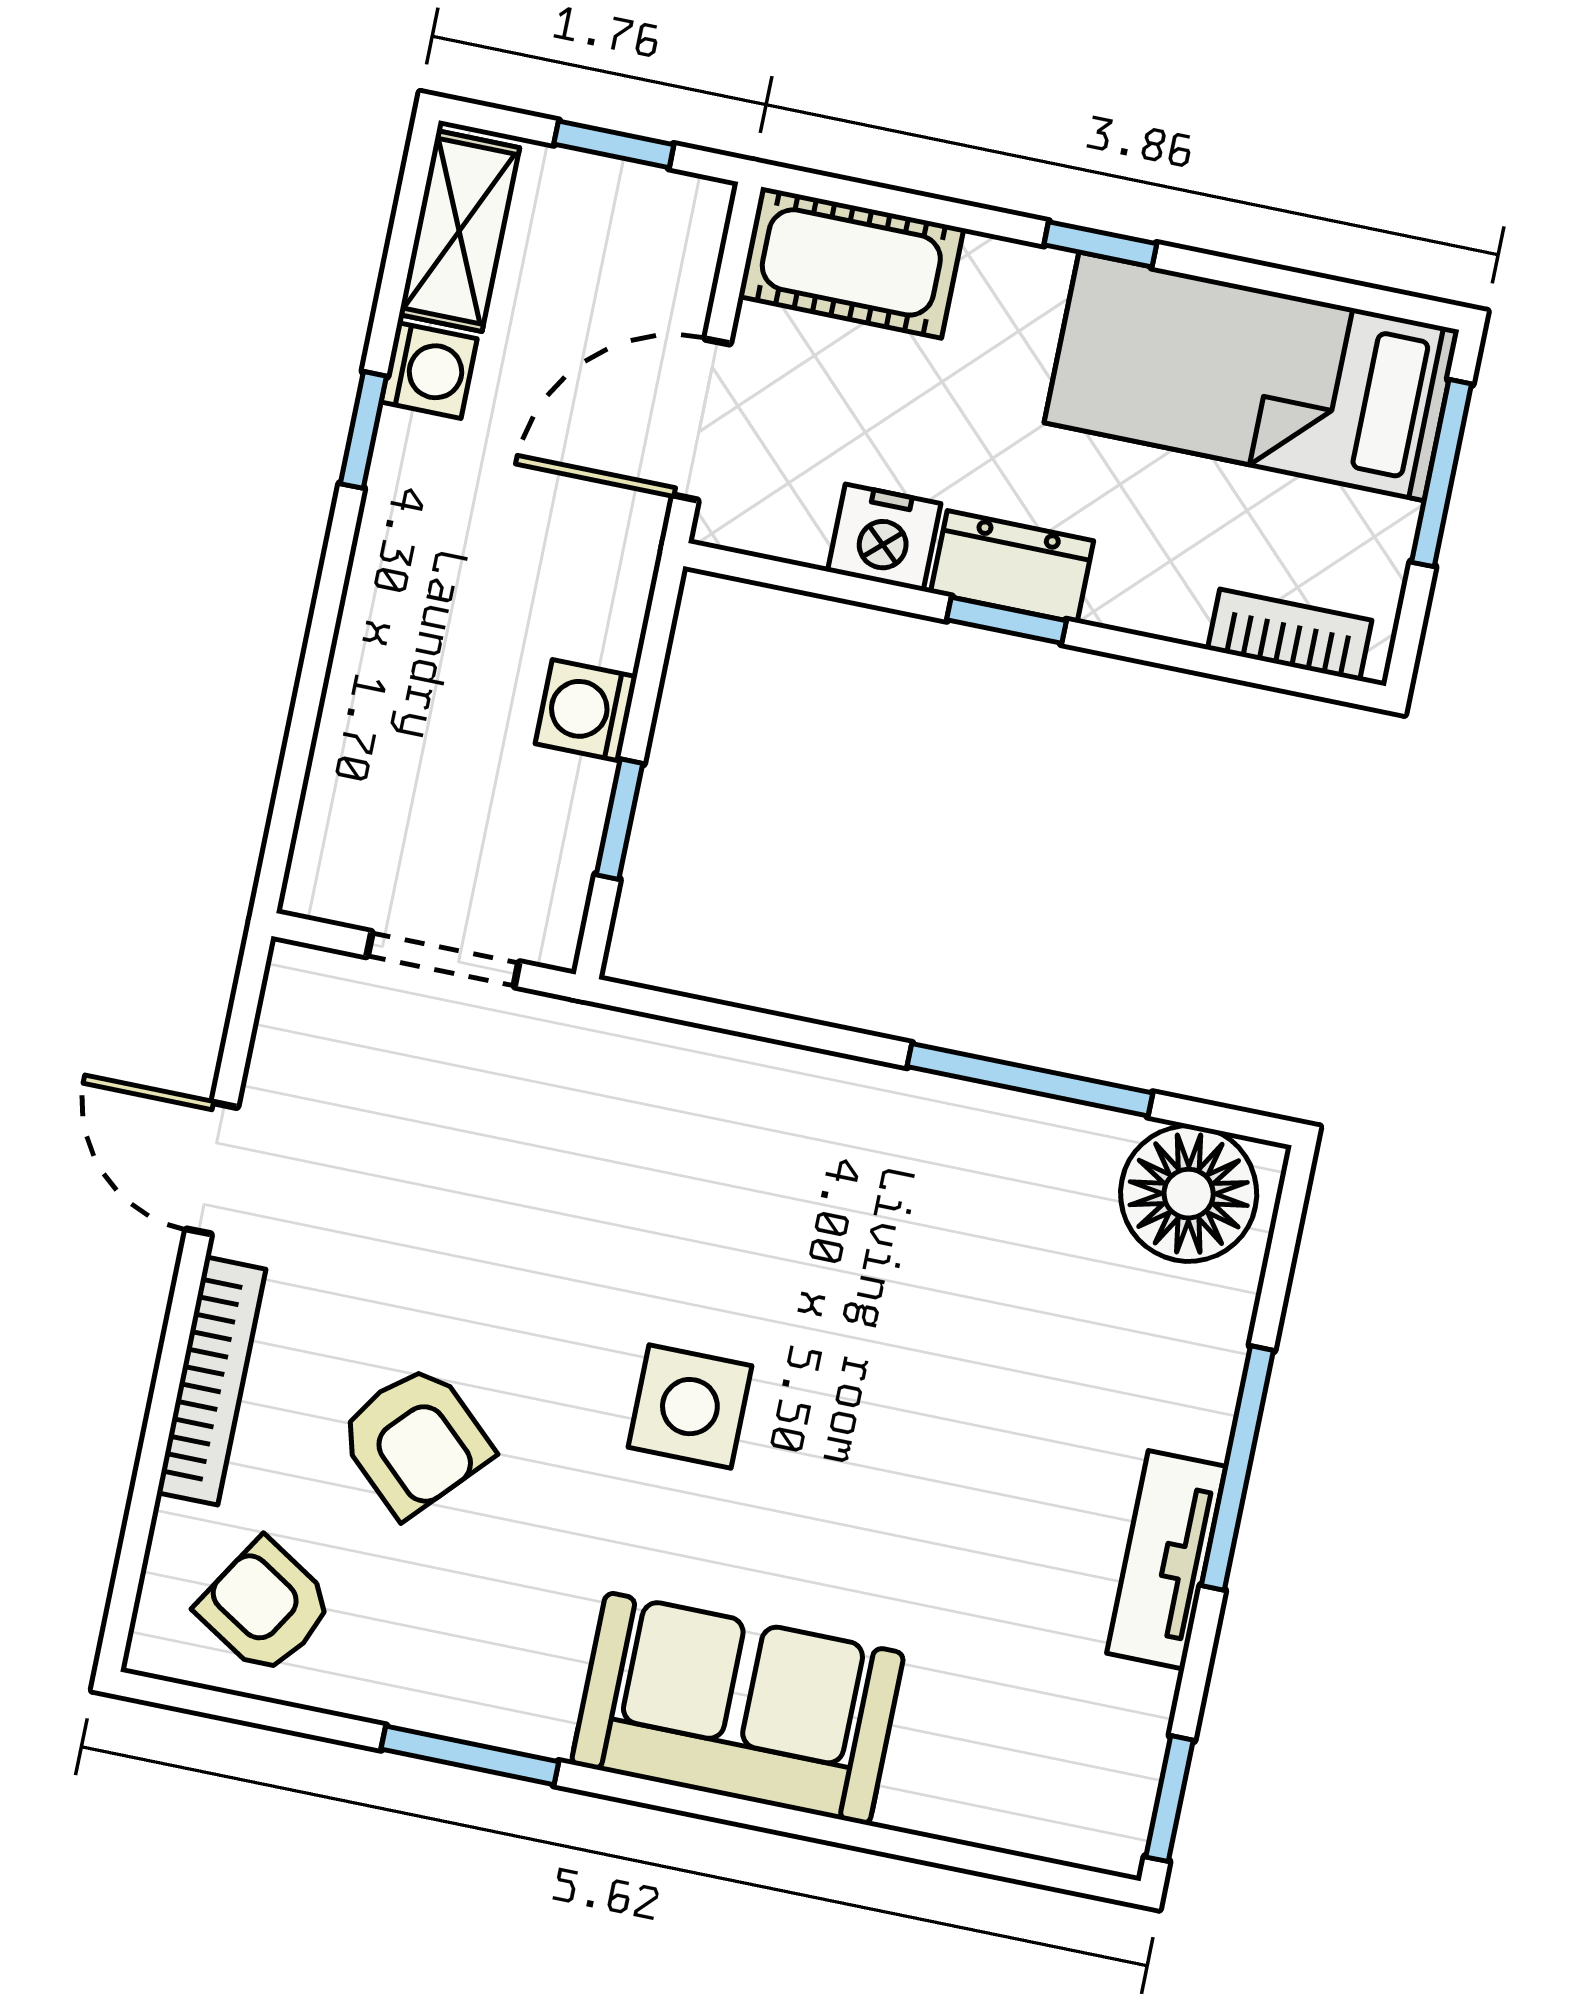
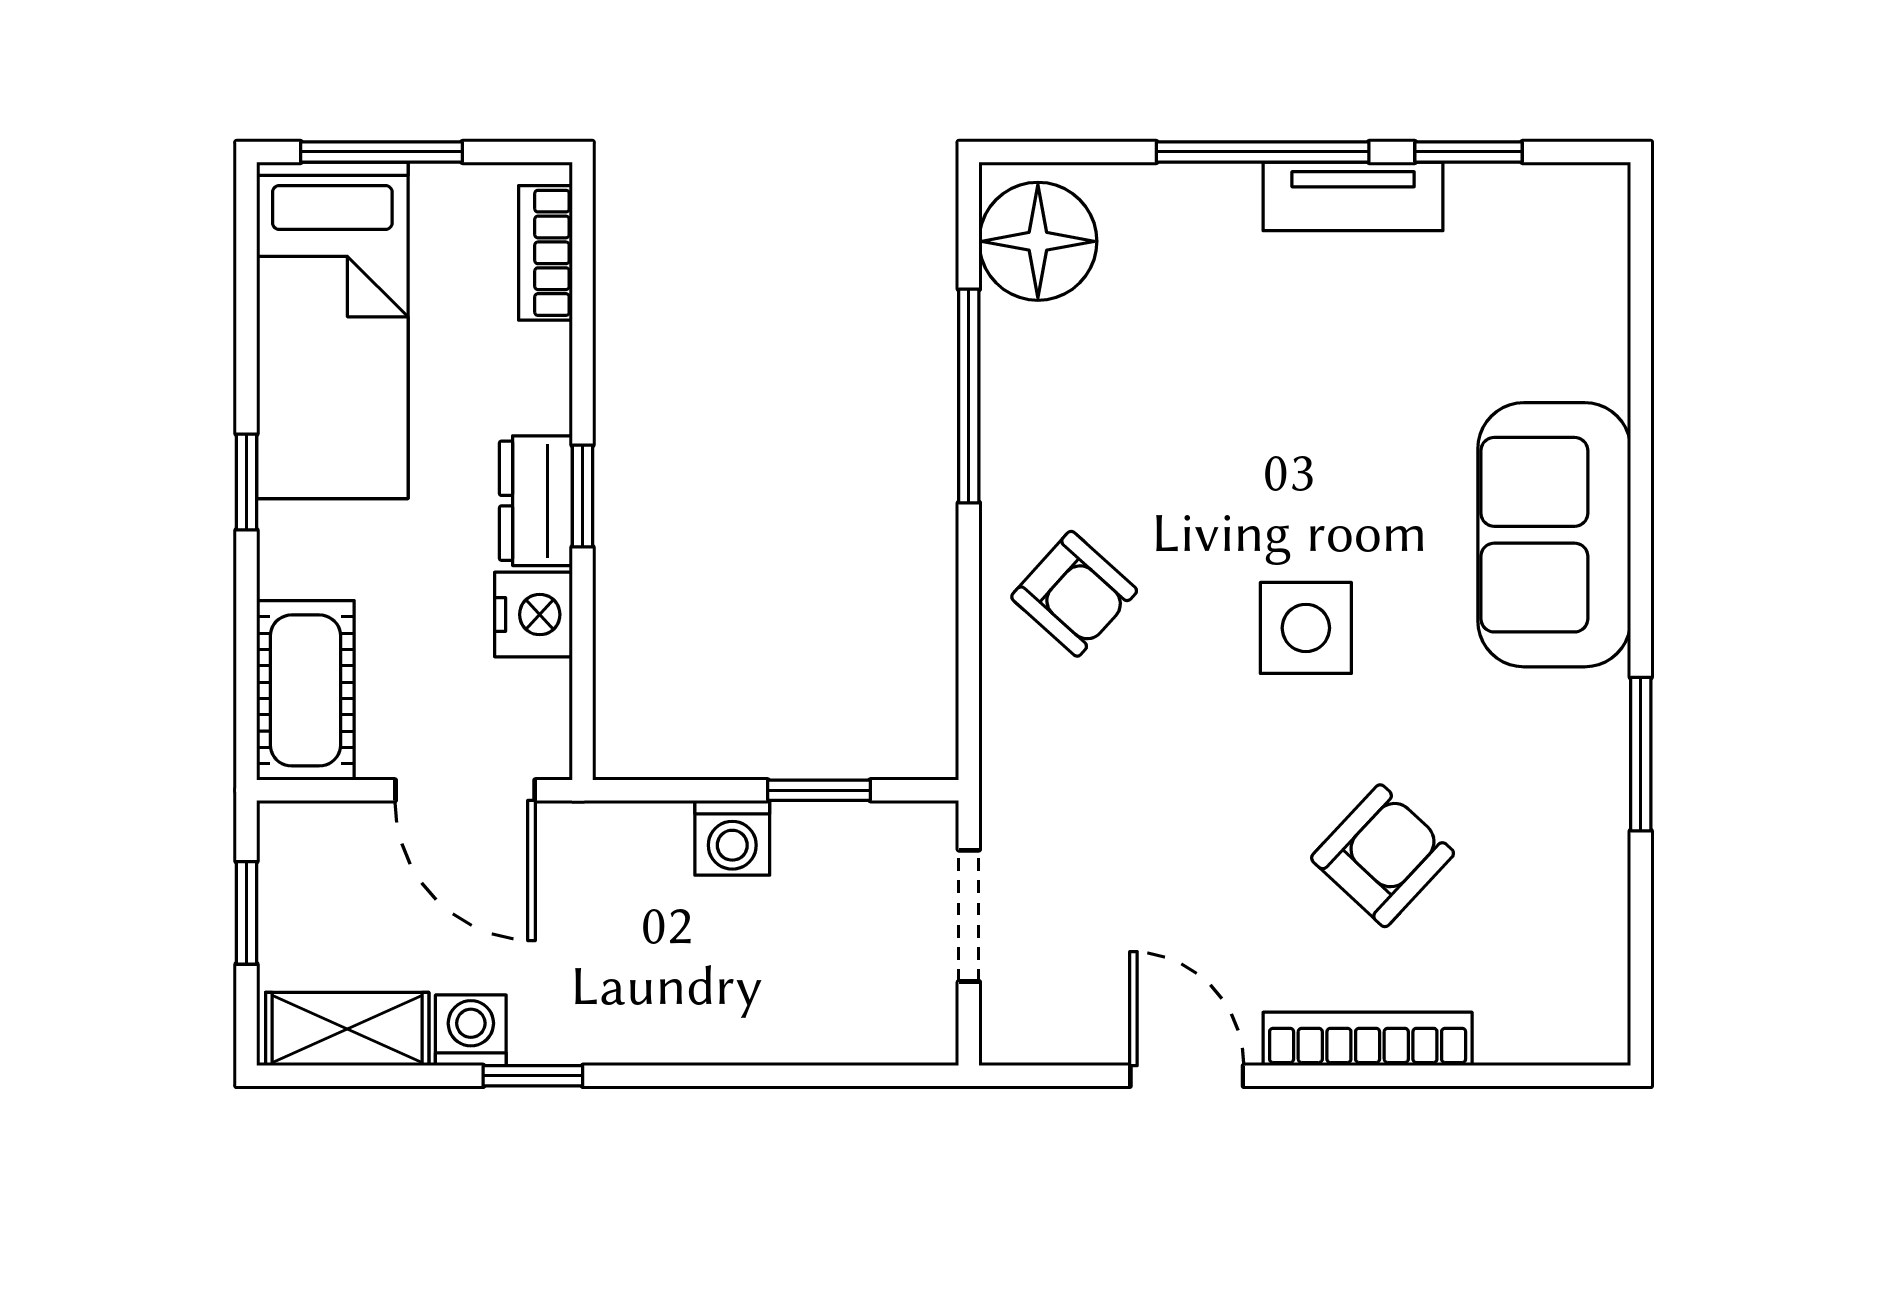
door: (212, 1168) -> (1187, 1076), swing flipped
armchair: (265, 1607) -> (1074, 594), moved, turned -80
window: (1170, 1799) -> (1469, 152), moved

